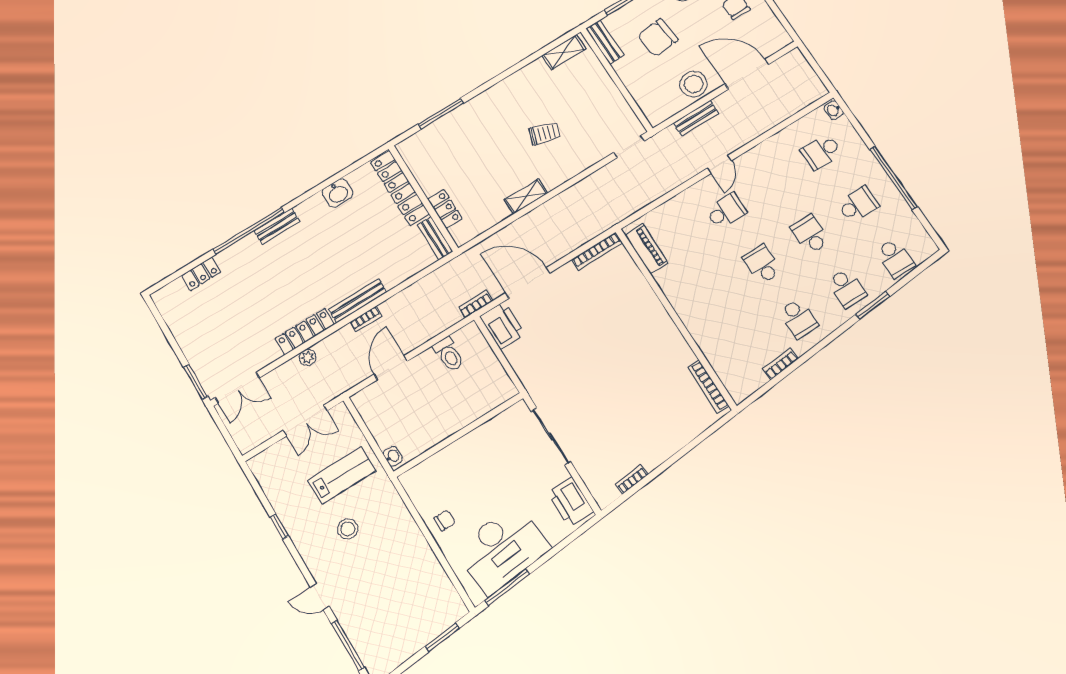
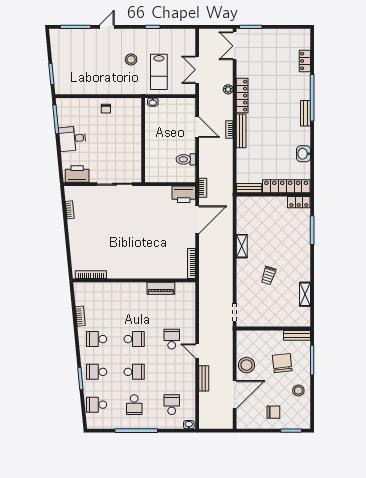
shelving: (564, 52) -> (305, 294), moved
bench: (696, 118) -> (204, 378), moved
locker: (445, 209) -> (299, 202), moved
school desk: (726, 211) -> (172, 339), turned 180
piano: (646, 249) -> (161, 288), moved
desk: (502, 549) -> (72, 139), width x0.53, depth x0.77

